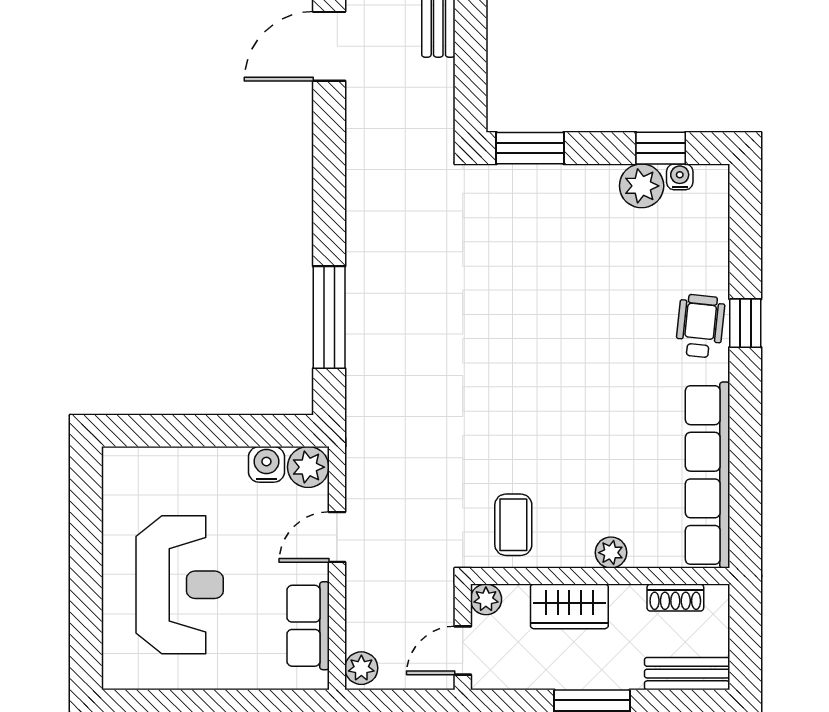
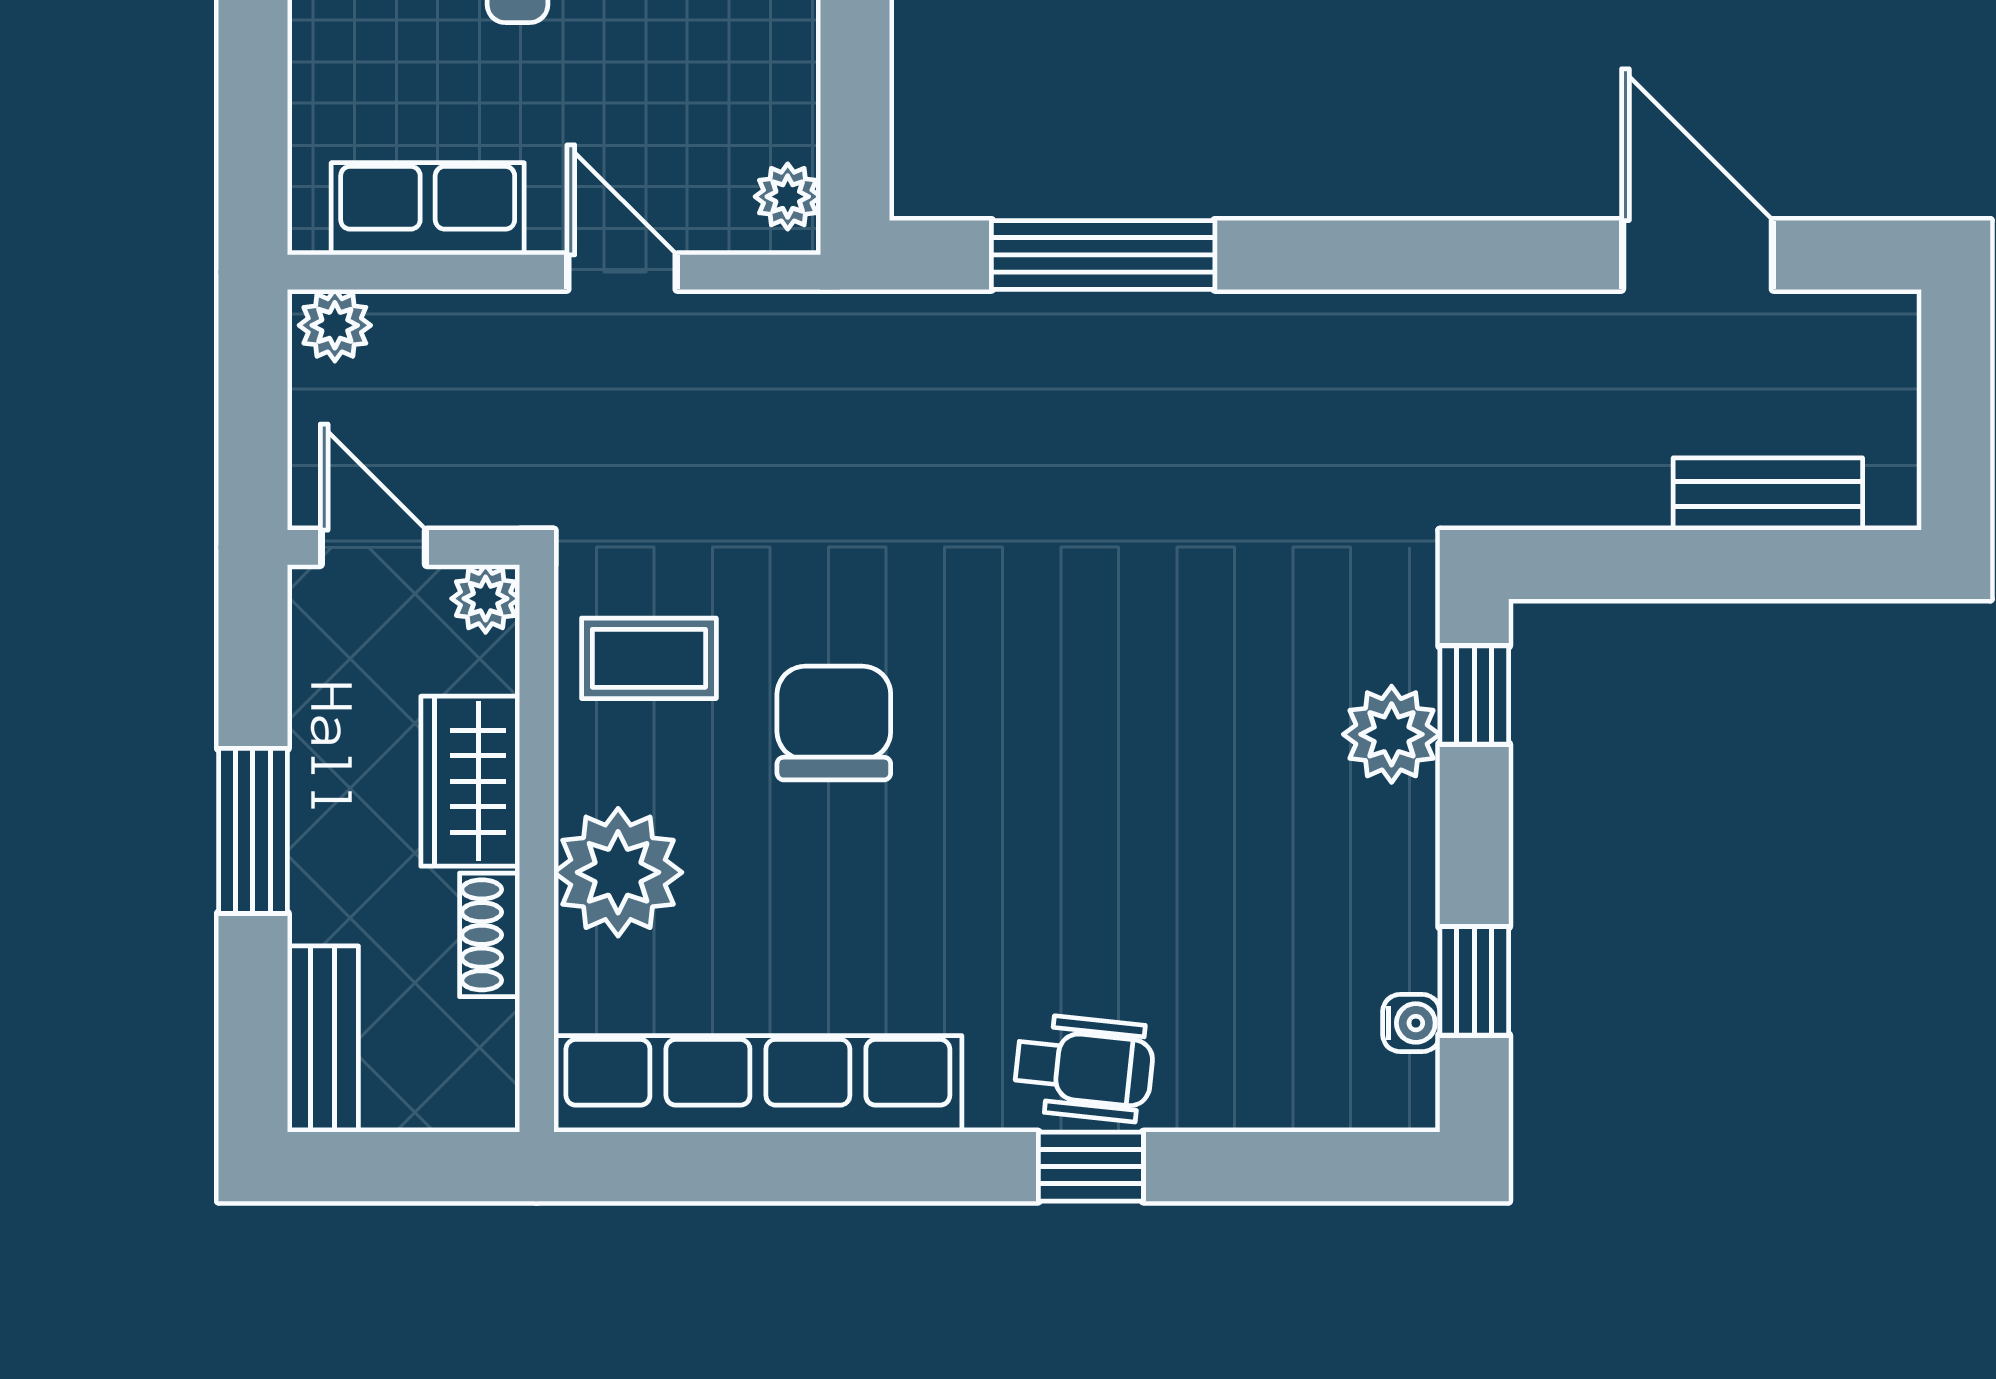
window: (530, 148) -> (1474, 695), width x0.67
plant: (642, 186) -> (1392, 734), moved
chair: (543, 440) -> (834, 723), added
water cooler: (266, 464) -> (781, 118), removed
plant: (308, 467) -> (788, 197), width x0.73, depth x0.73
plant: (611, 553) -> (618, 872), width x1.87, depth x1.87
shoe rack: (675, 598) -> (490, 935), moved

